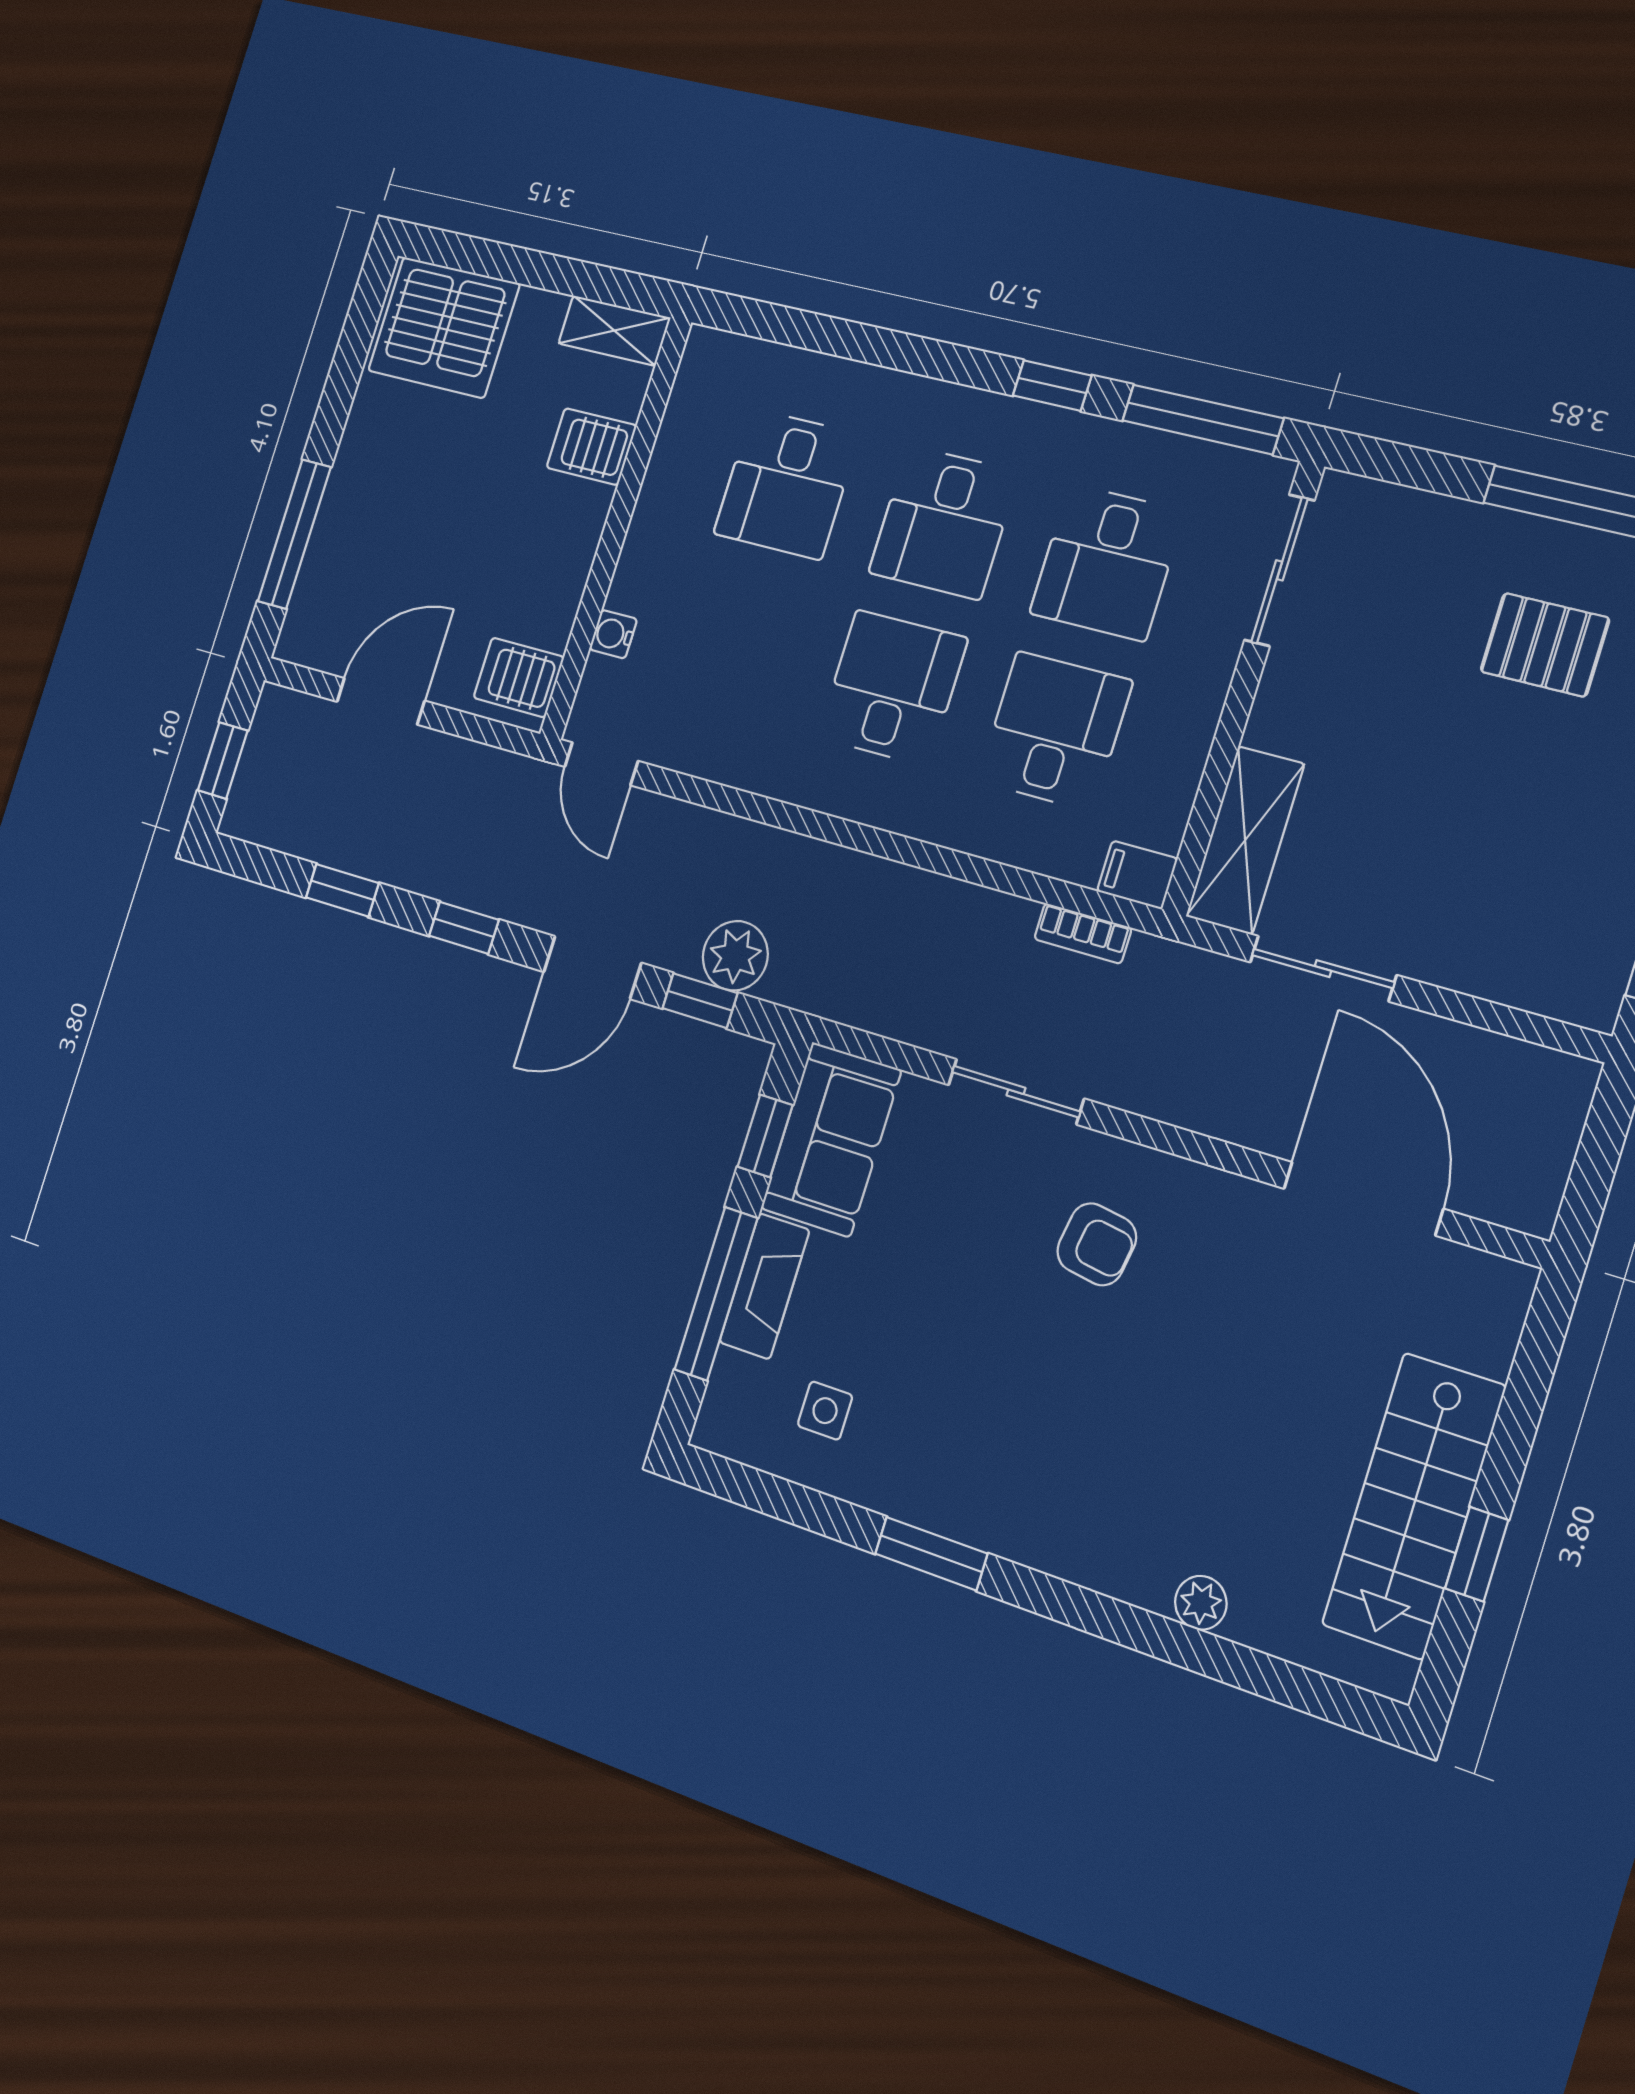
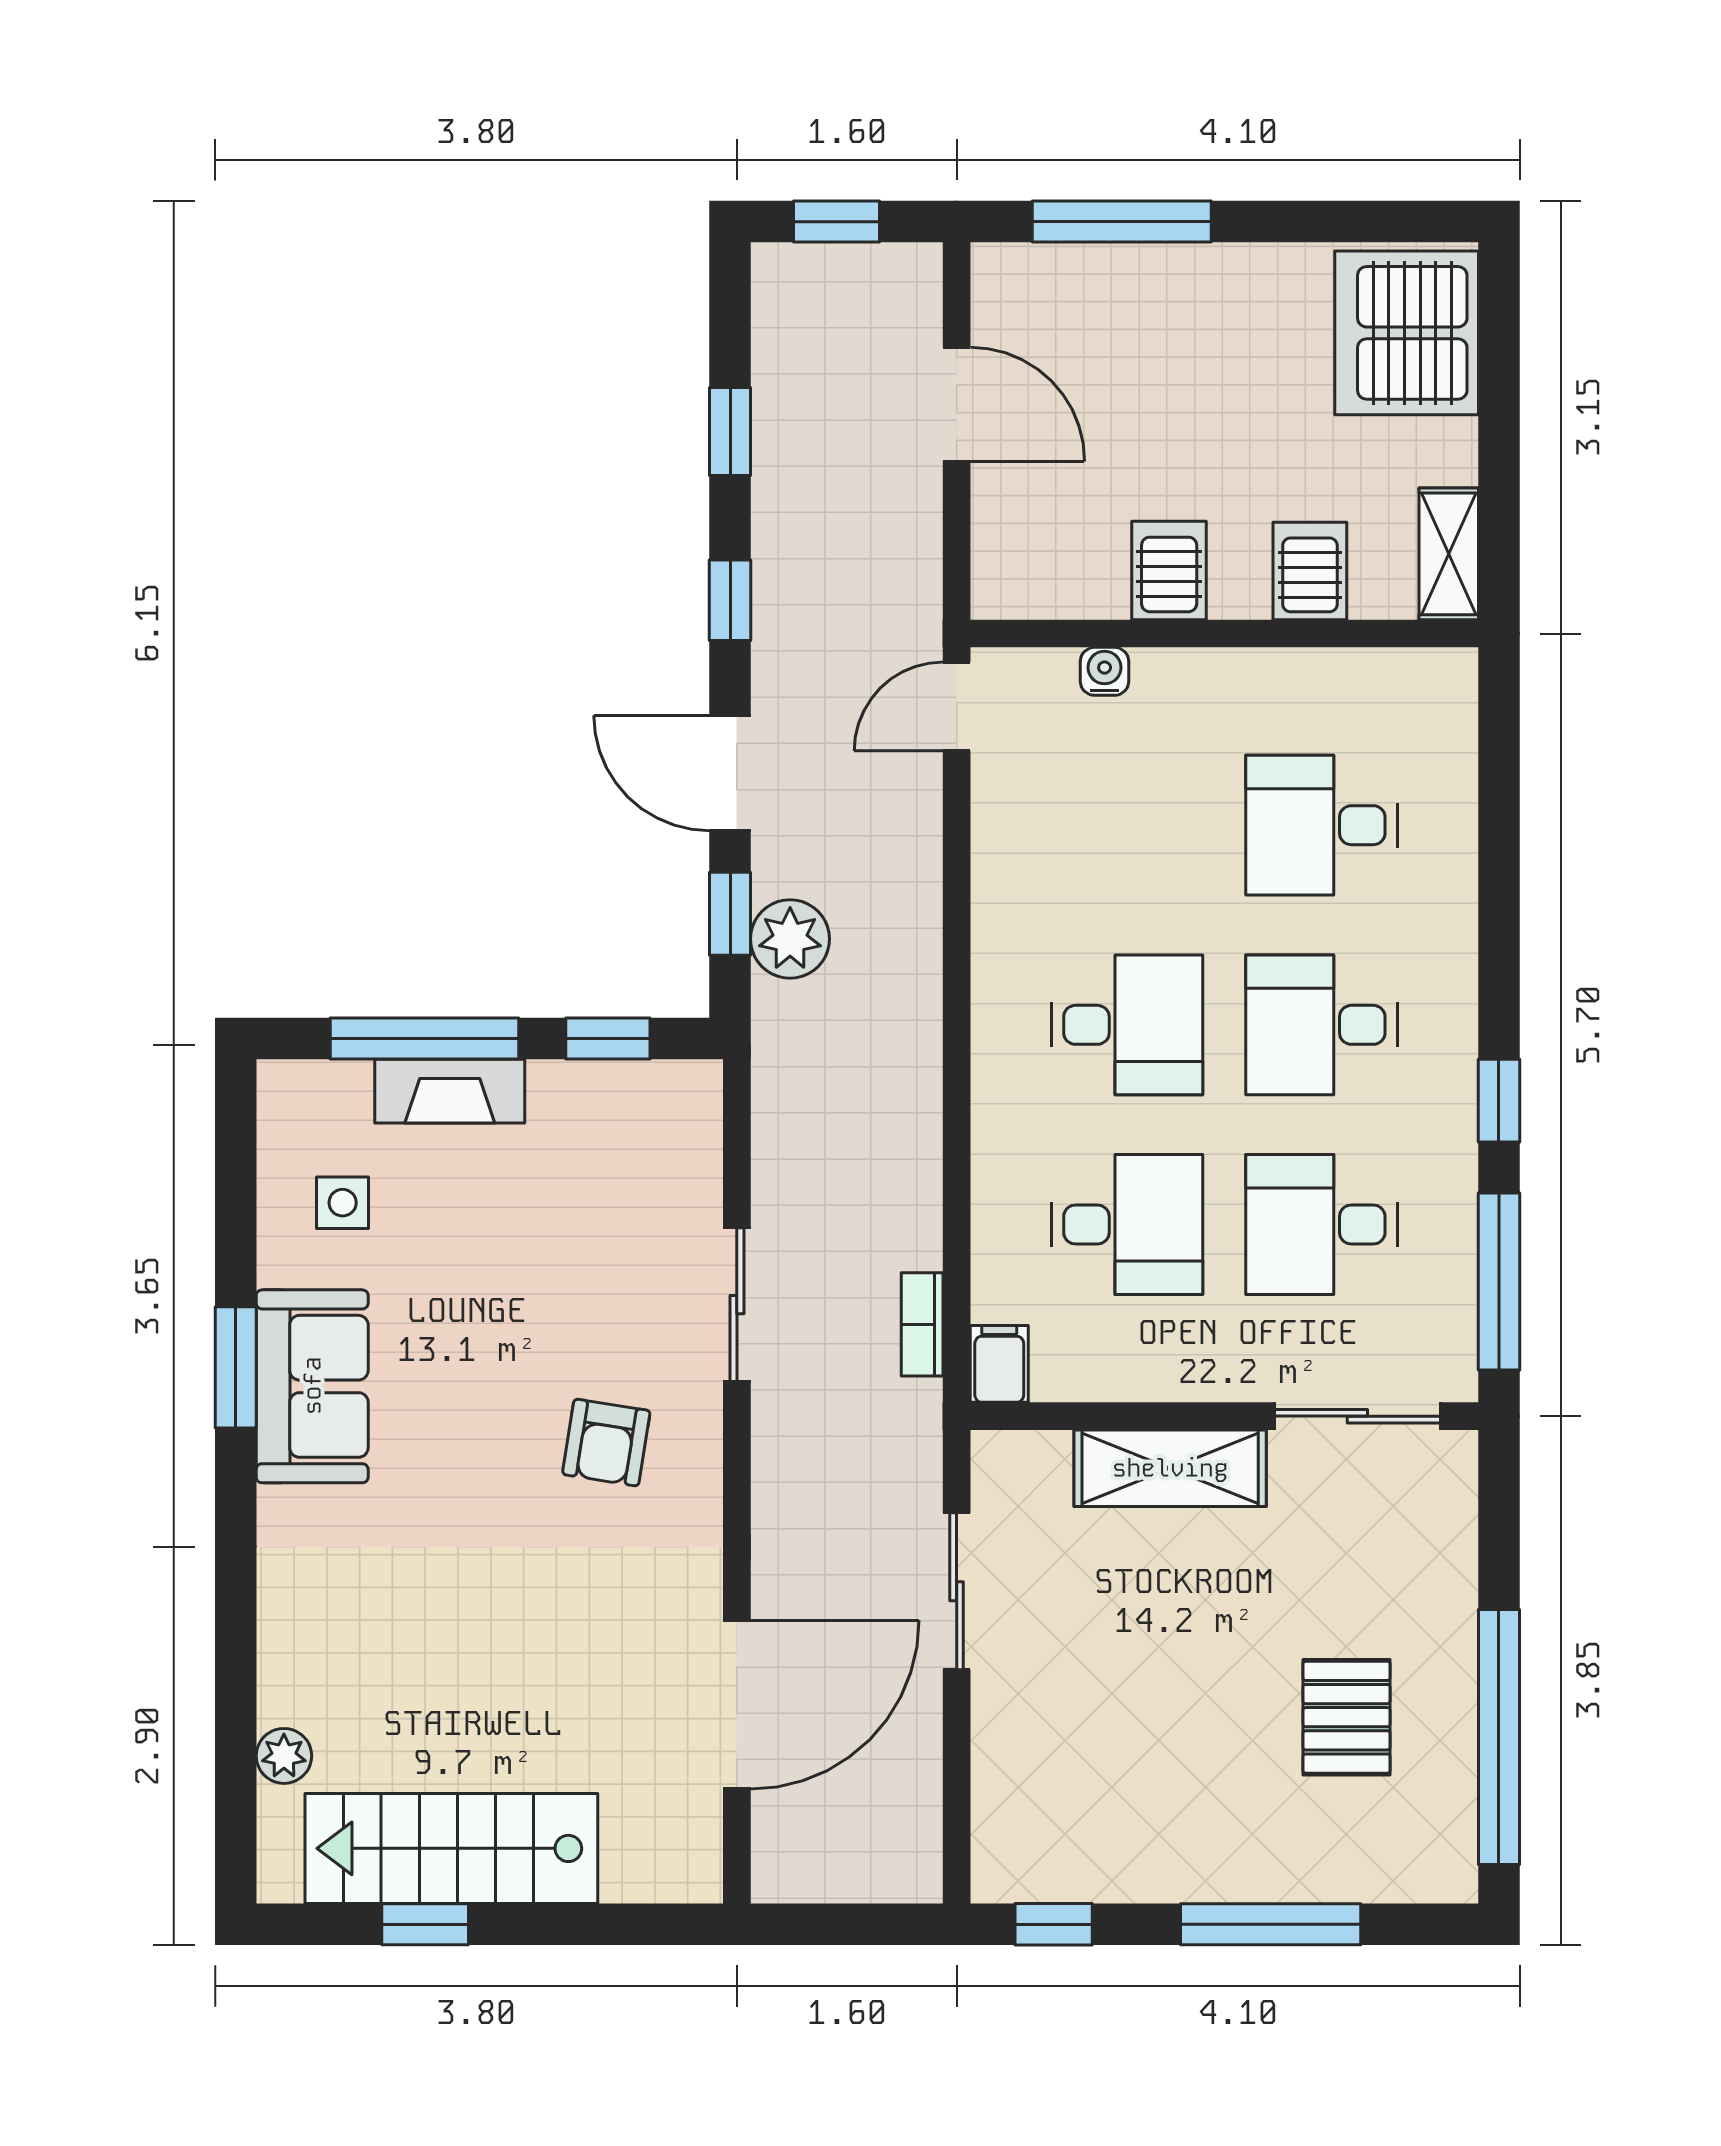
server rack: (519, 677) -> (1169, 571), moved
shelving: (1245, 840) -> (1170, 1468), moved
sofa: (831, 1139) -> (312, 1386), moved, turned -90
plant: (1201, 1603) -> (284, 1756), moved

